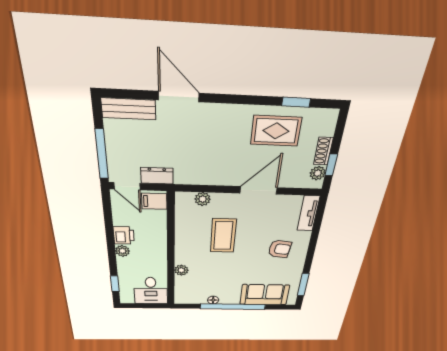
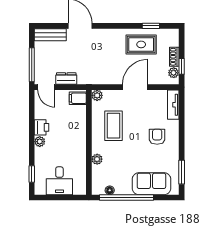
filing cabinet: (154, 201) -> (78, 98), moved
armchair: (280, 249) -> (157, 137), turned -97
wall: (171, 253) -> (89, 142), moved
plant: (181, 270) -> (97, 159), moved

